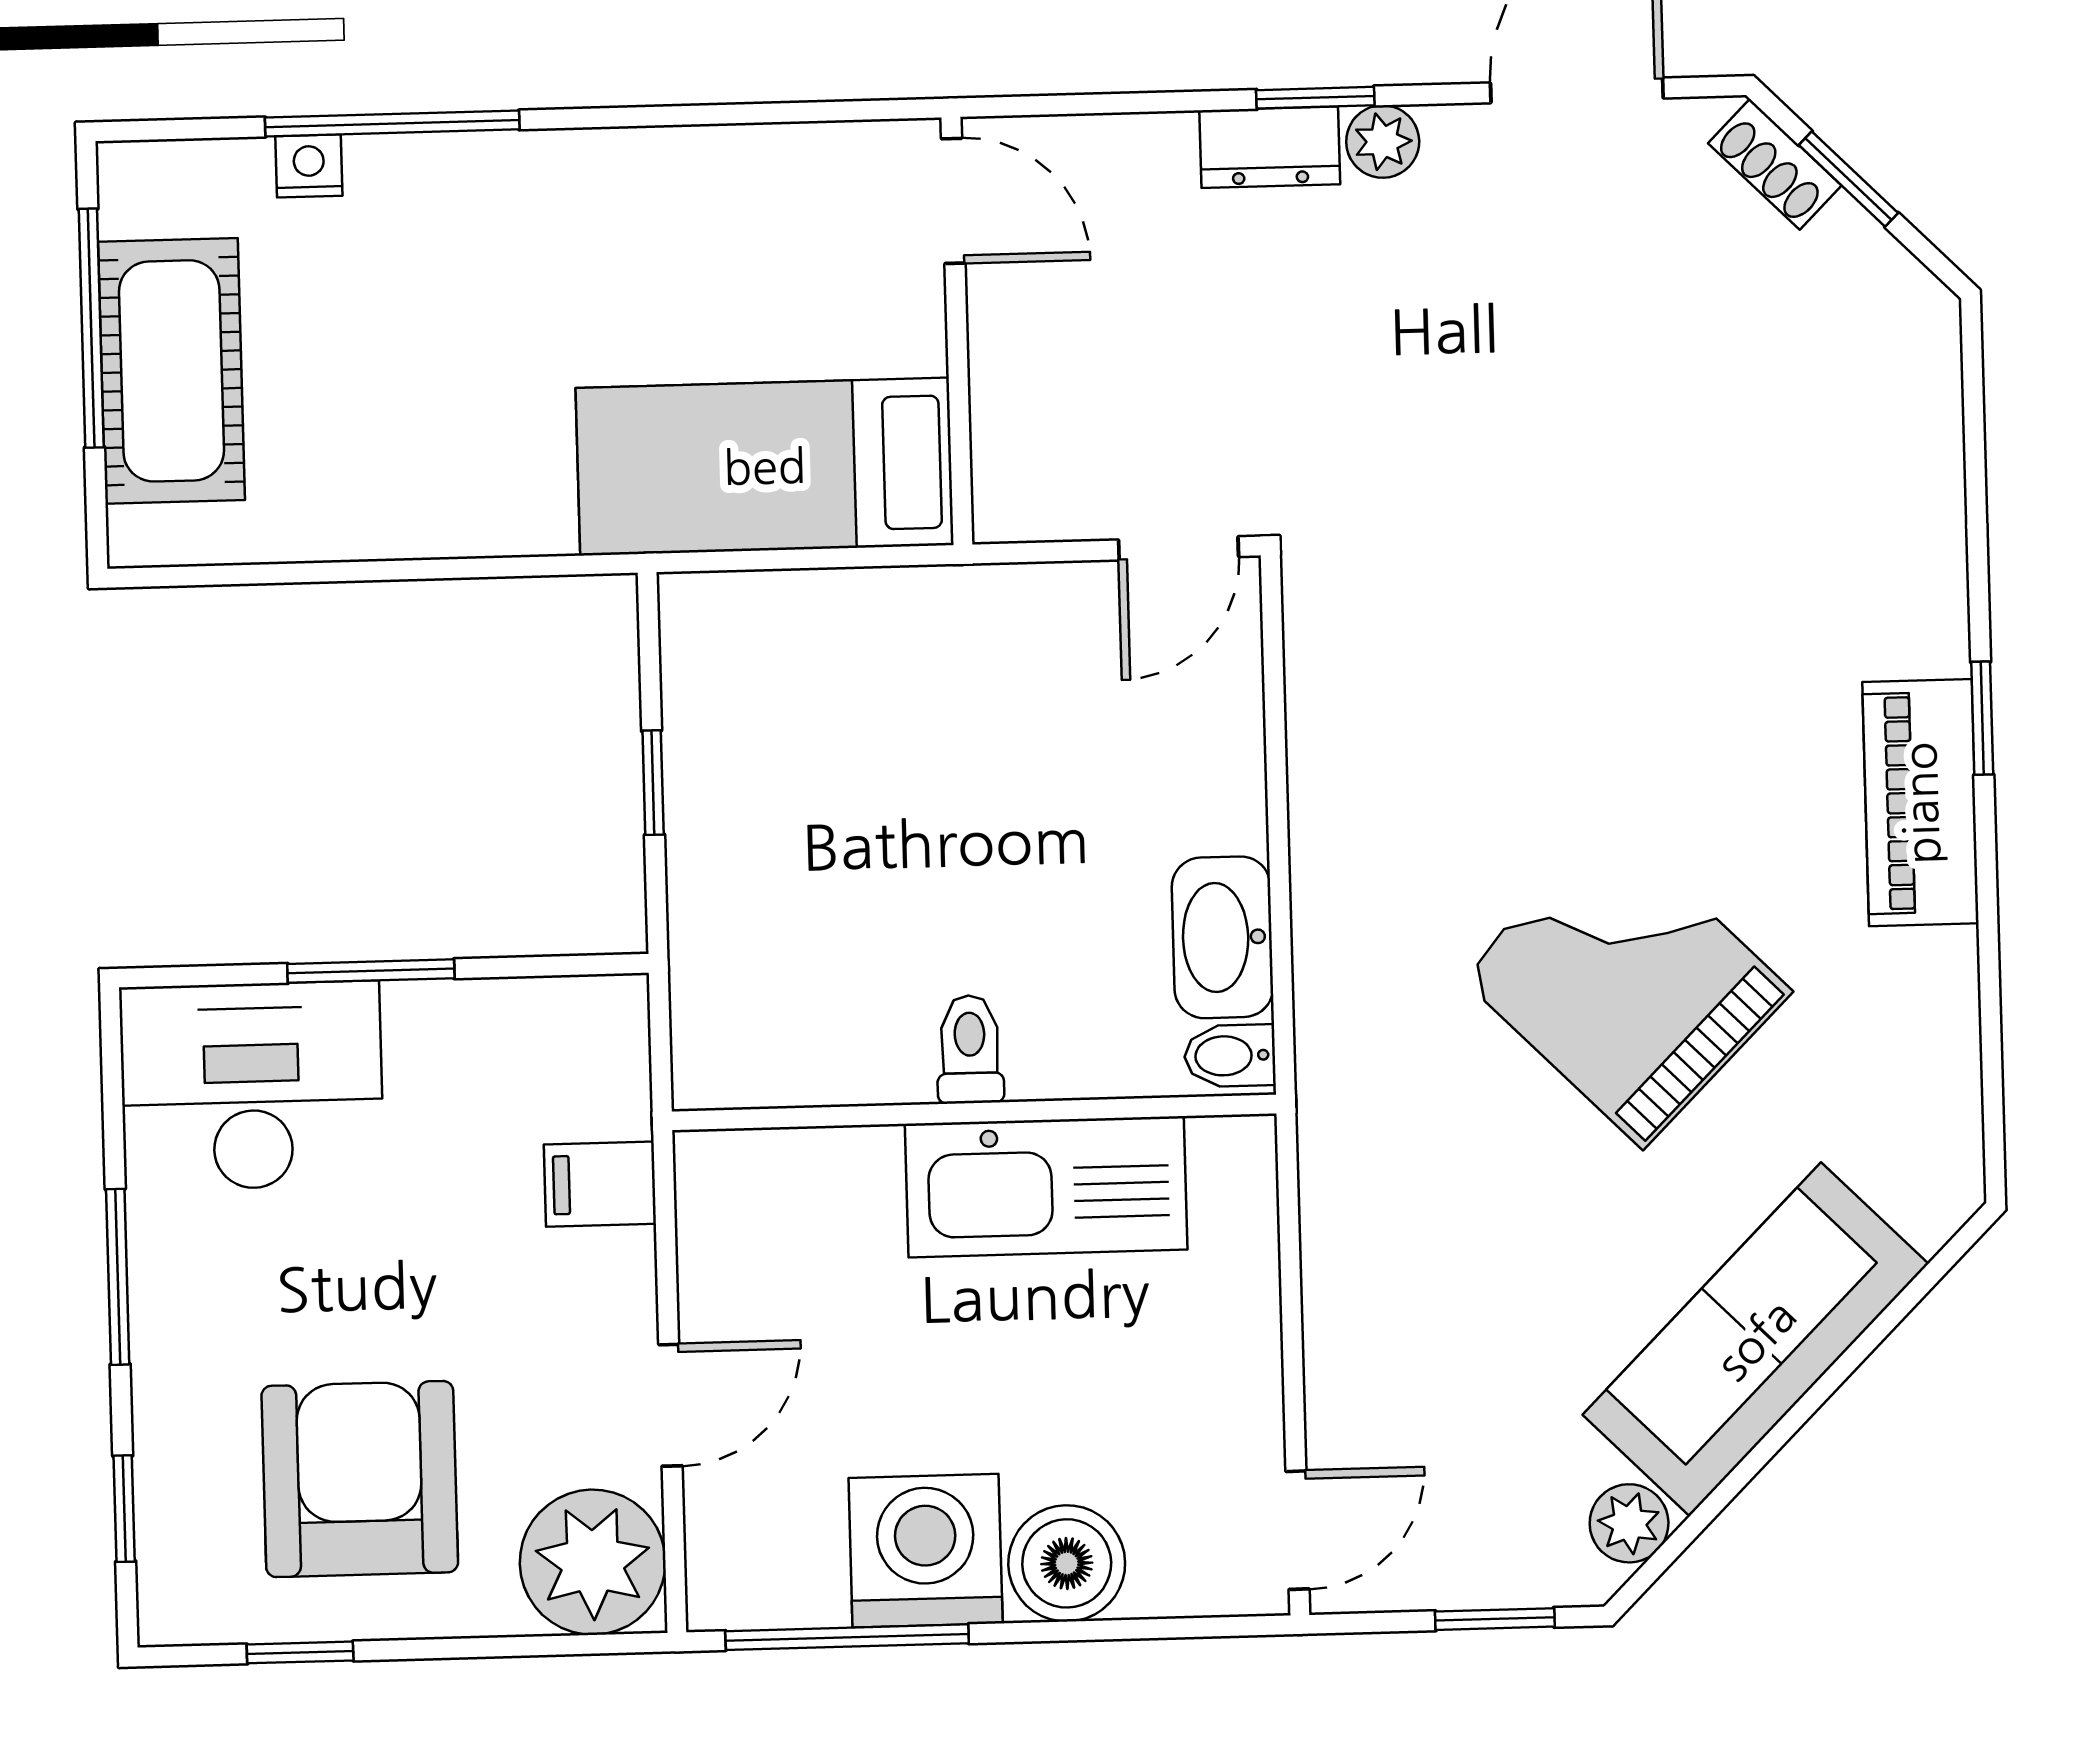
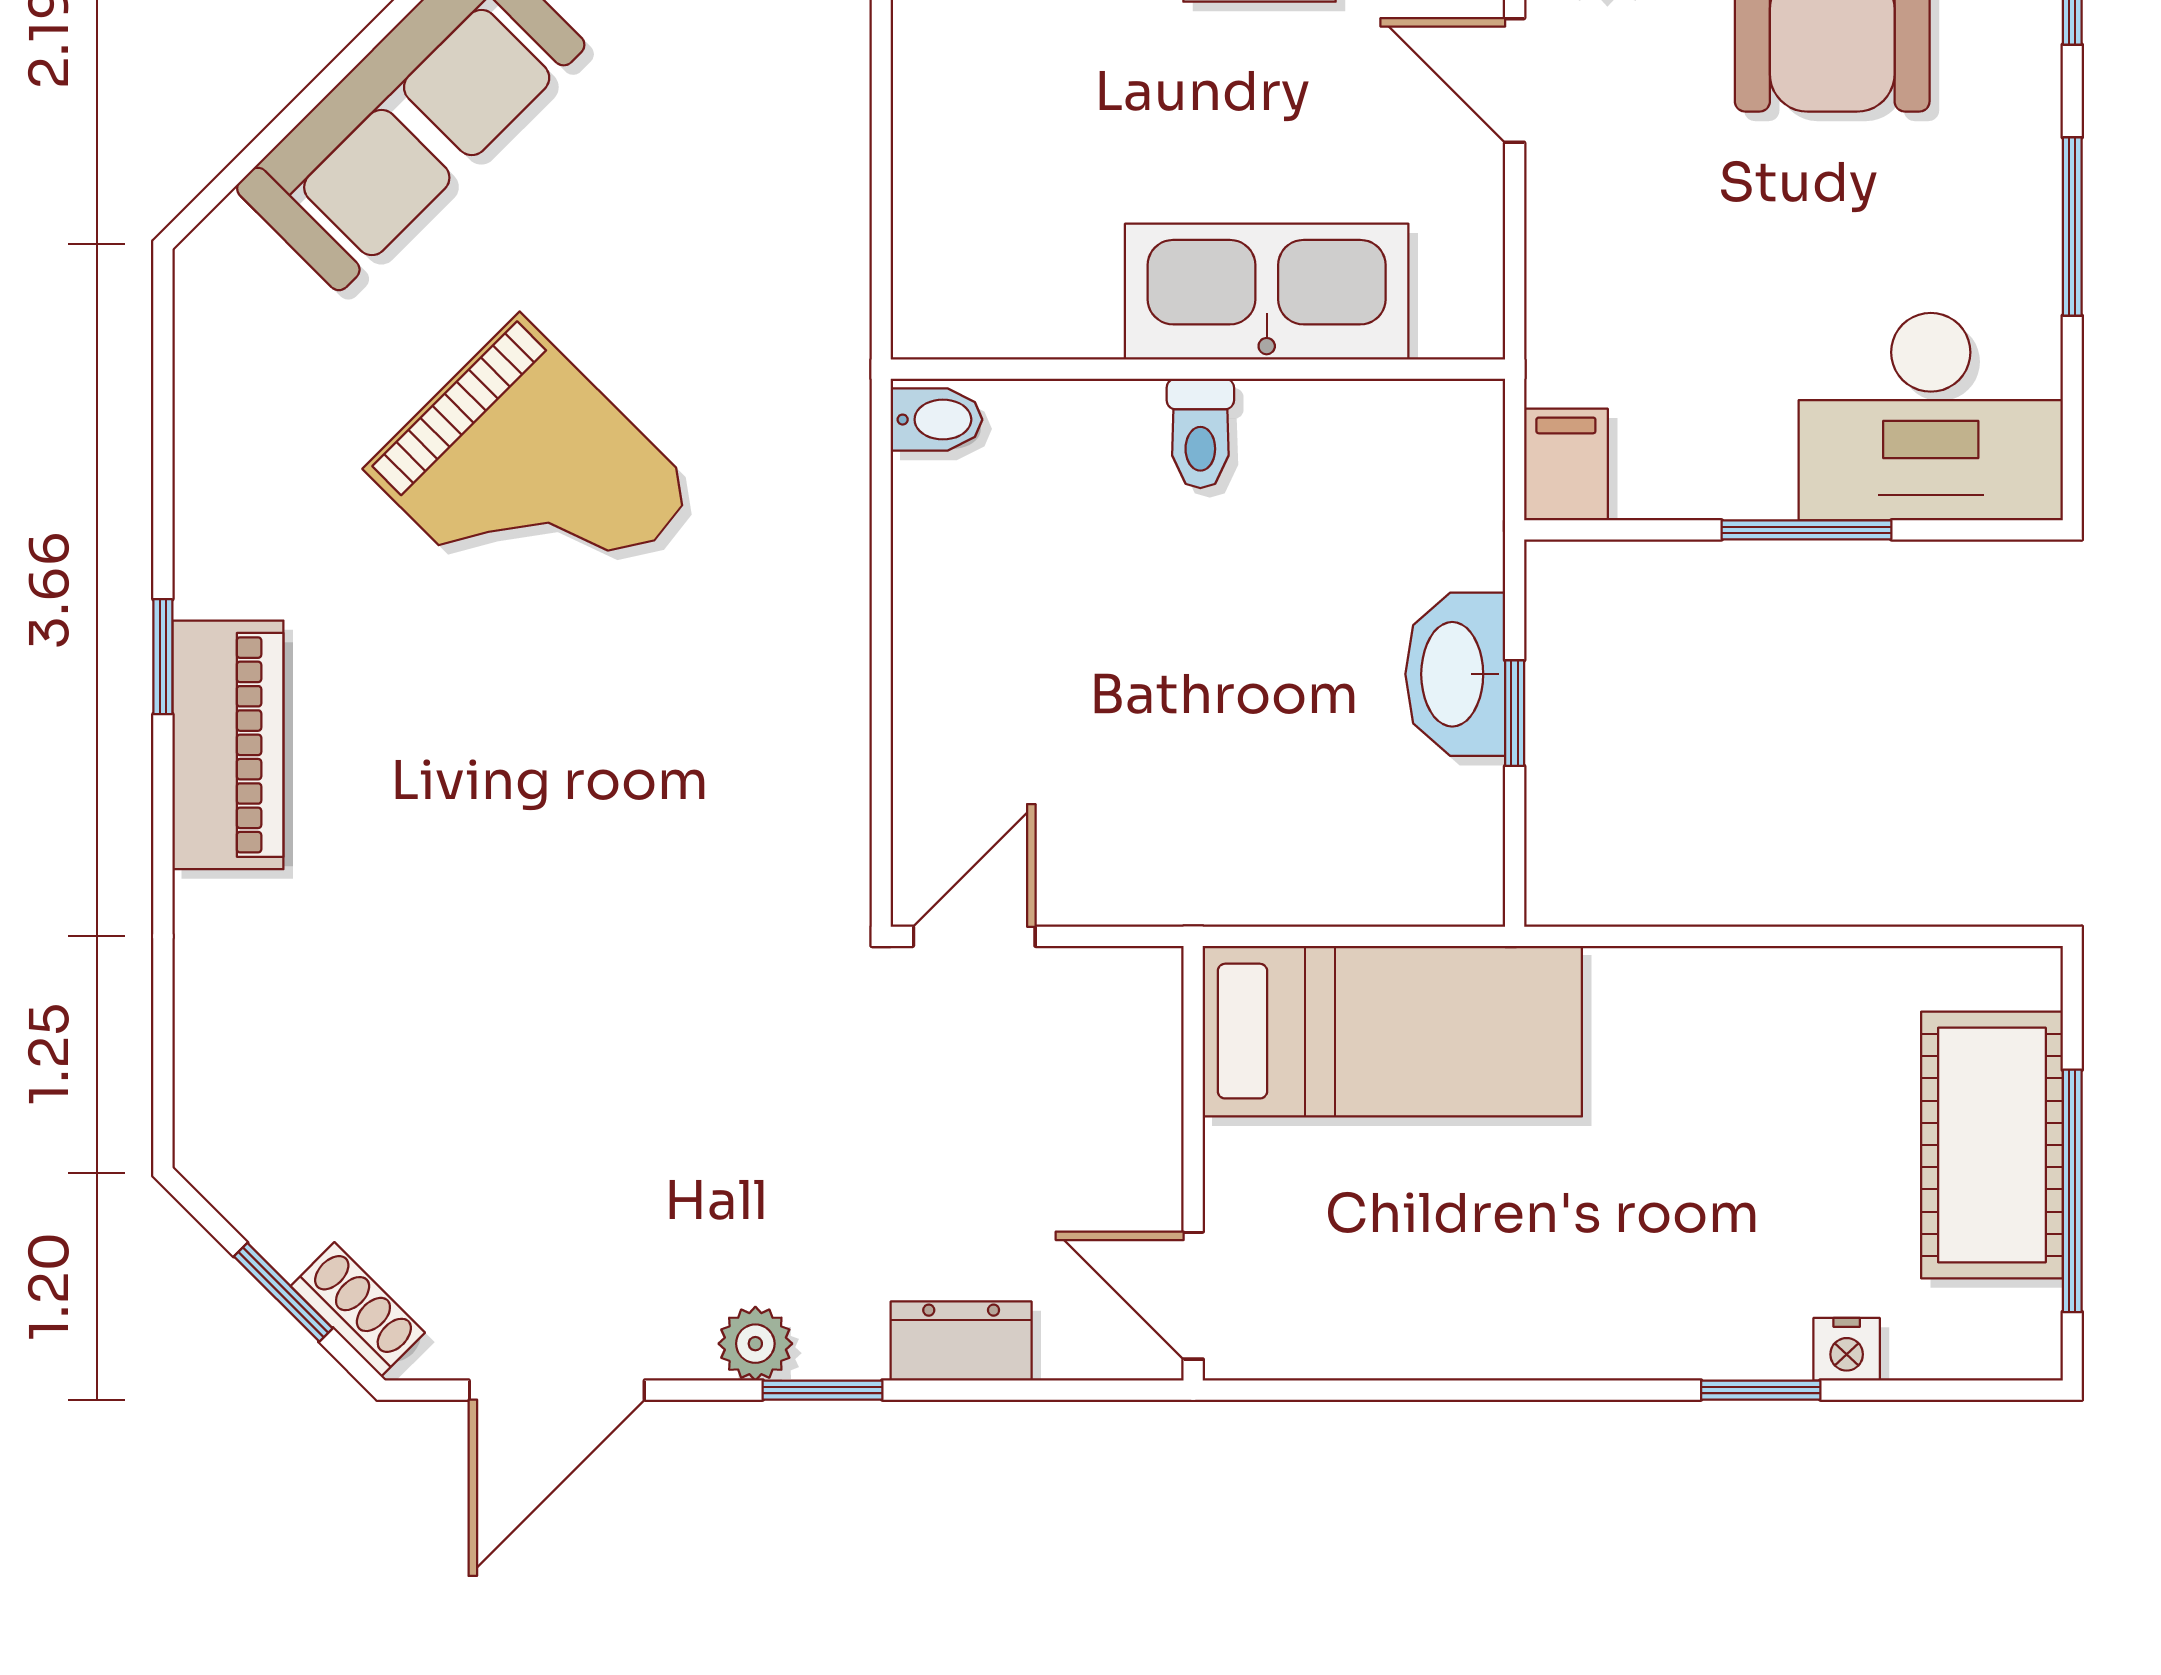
window: (392, 123) -> (1761, 1390), width x0.46
dresser: (1270, 147) -> (961, 1341), moved
window: (1982, 718) -> (163, 657), moved
piano: (1920, 803) -> (228, 745), moved
washbasin: (1222, 937) -> (1455, 674), moved, turned 180
filing cabinet: (600, 1184) -> (1566, 465), moved, turned -90
kitchen sink: (1046, 1187) -> (1267, 292), moved
door: (670, 1405) -> (1515, 80), hinge flipped

